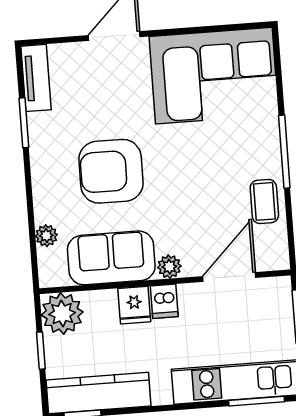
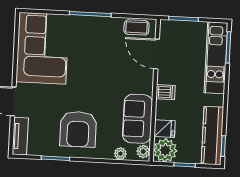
tv unit: (36, 78) -> (20, 136), moved, turned 90
armchair: (111, 171) -> (78, 129), moved
coffee table: (264, 201) -> (136, 27), moved
plant: (169, 267) -> (143, 152), moved
fridge: (134, 305) -> (165, 129), moved

